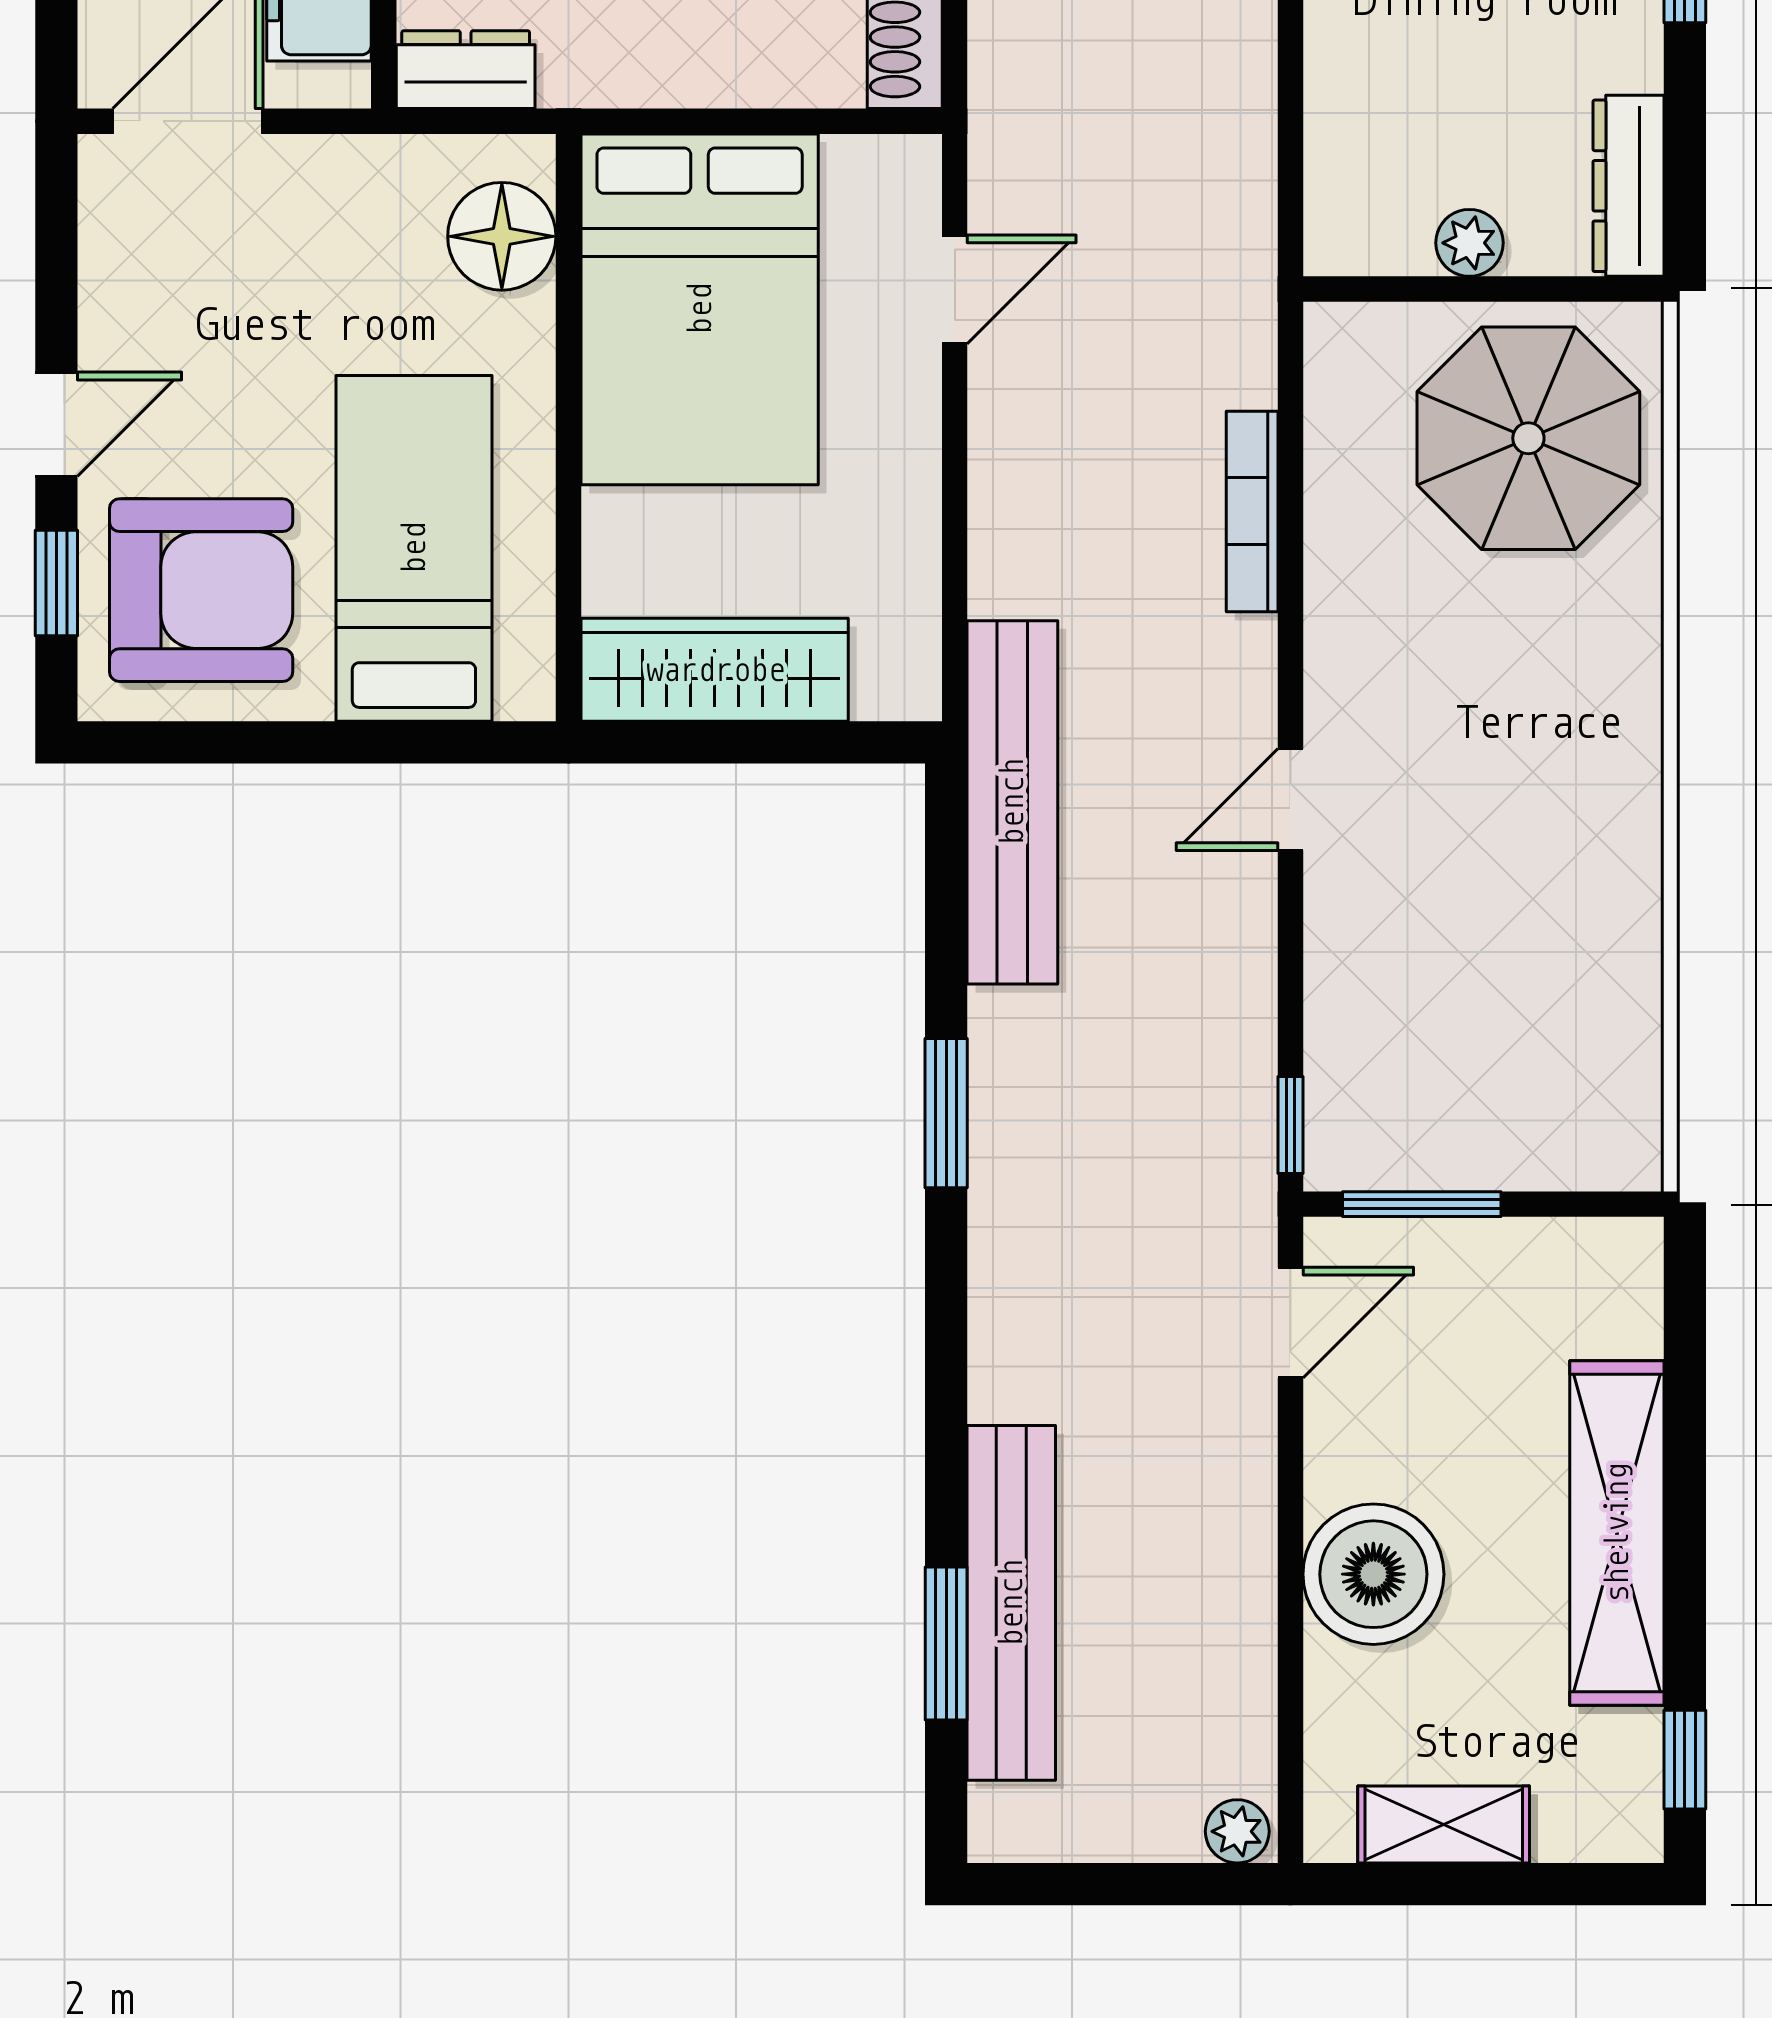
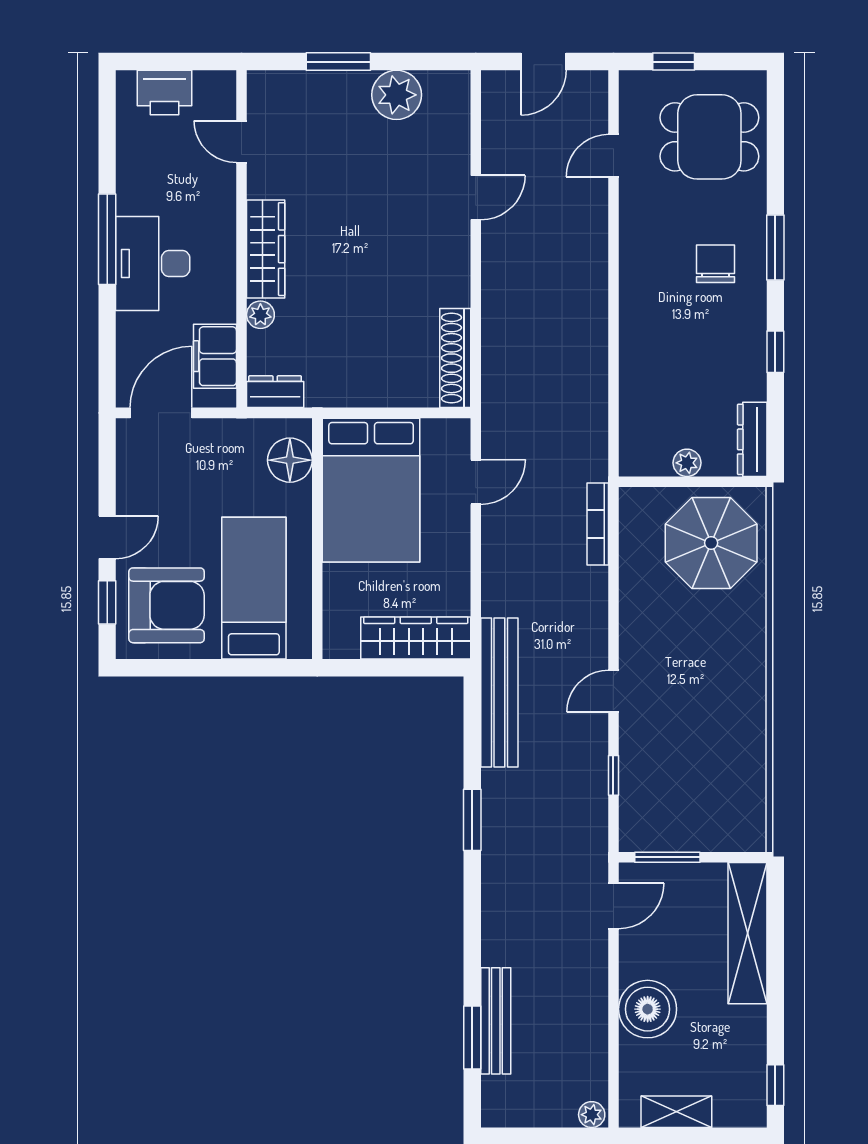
bookcase: (1252, 511) -> (598, 524), moved
wardrobe: (715, 670) -> (416, 638), moved
window: (1290, 1125) -> (613, 775), moved
shelving: (1617, 1533) -> (747, 933), moved
bench: (1011, 1603) -> (496, 1021), width x0.73, depth x0.82

